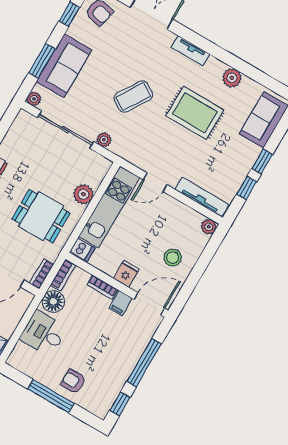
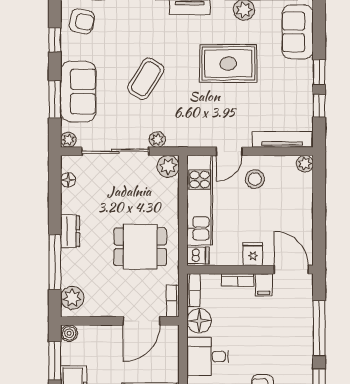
coffee table: (133, 97) -> (146, 79), moved
floor lamp: (15, 130) -> (68, 180), added
plant: (83, 194) -> (168, 166), moved
stool: (173, 258) -> (255, 179), moved
door: (149, 304) -> (291, 270), hinge flipped

